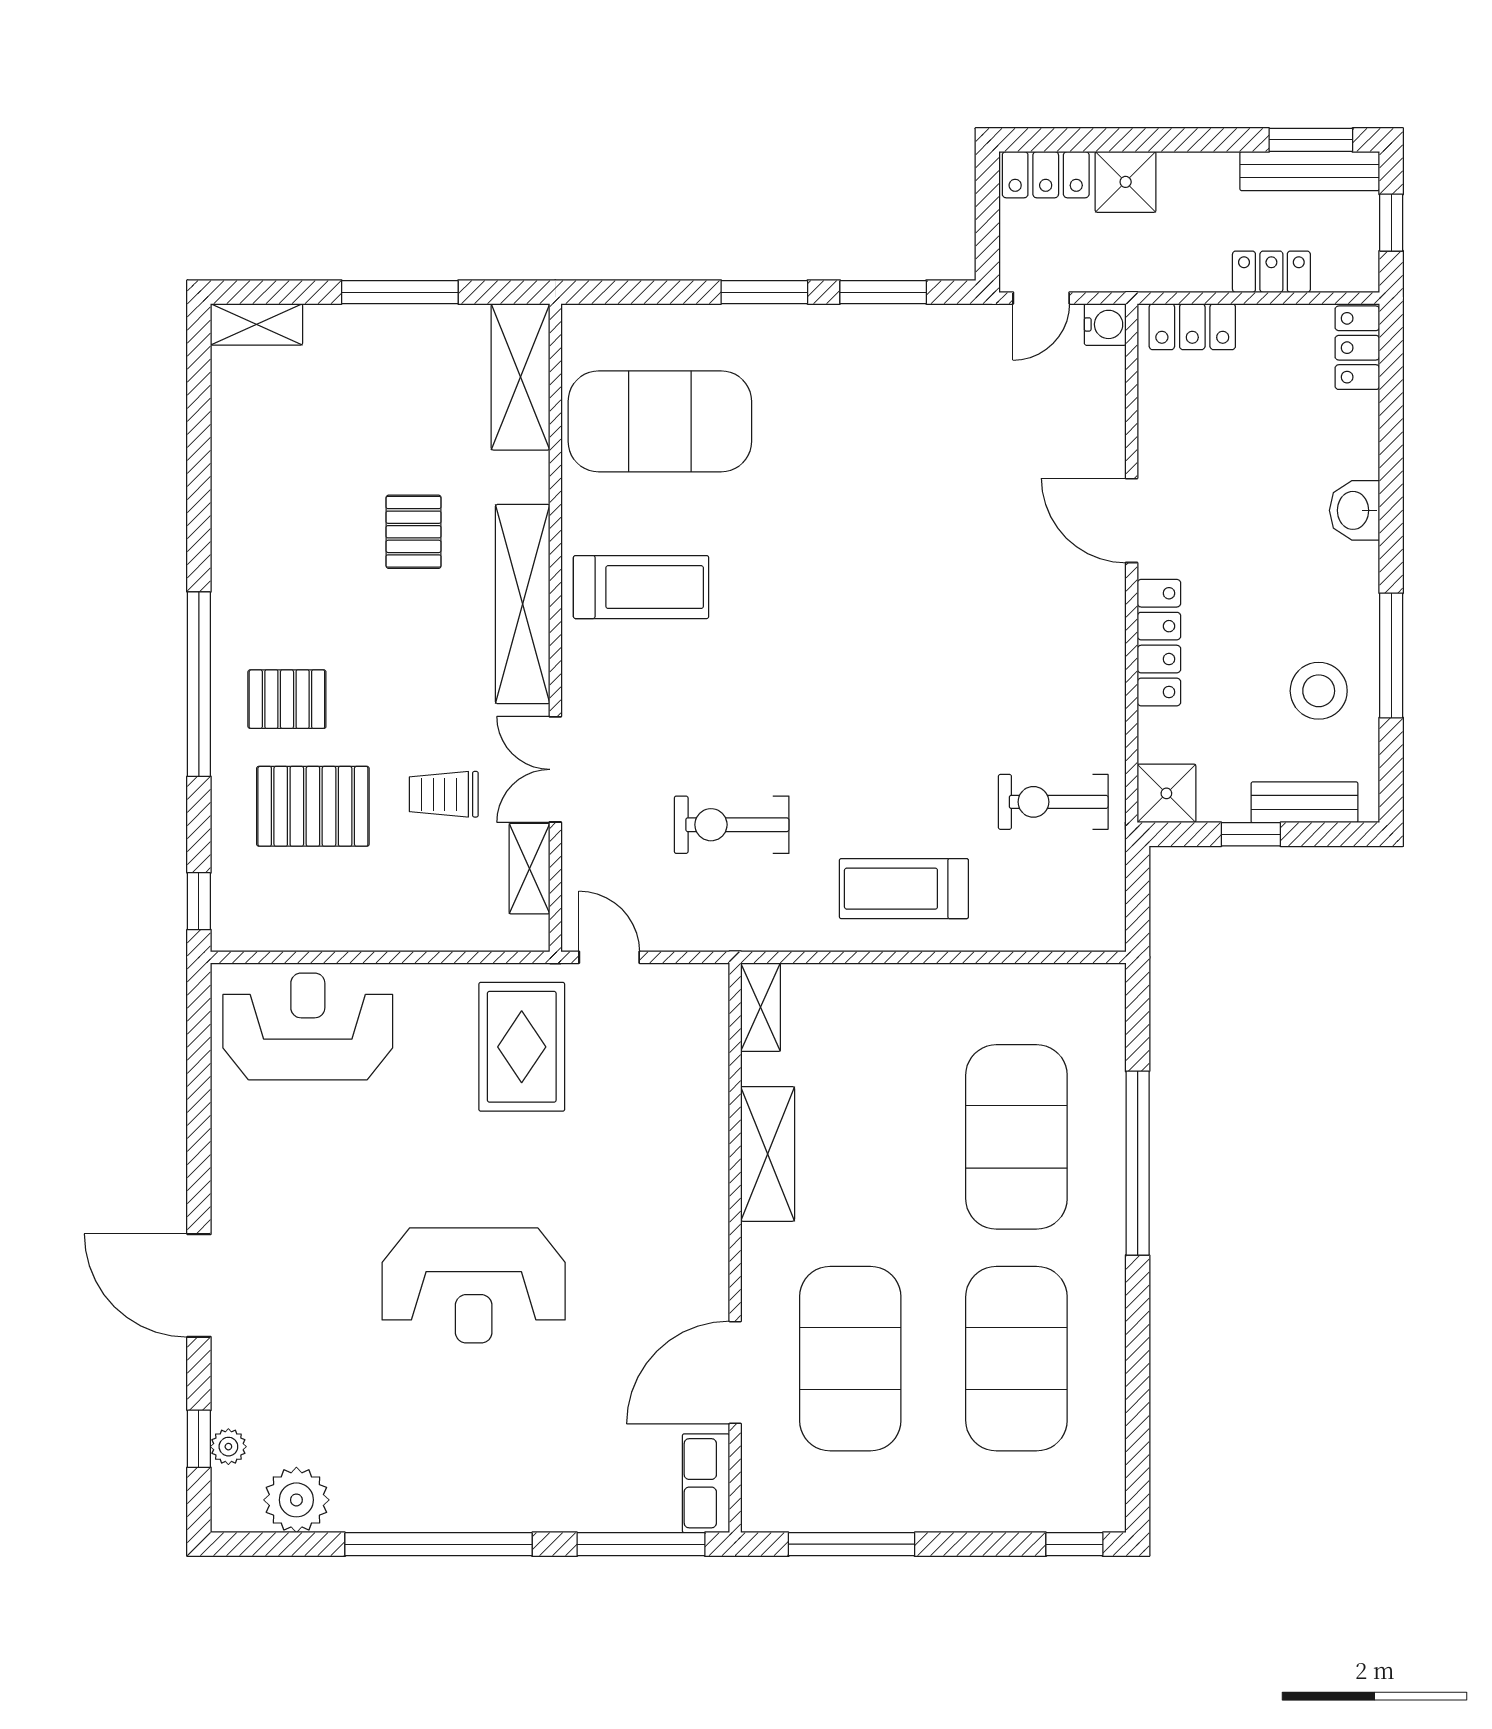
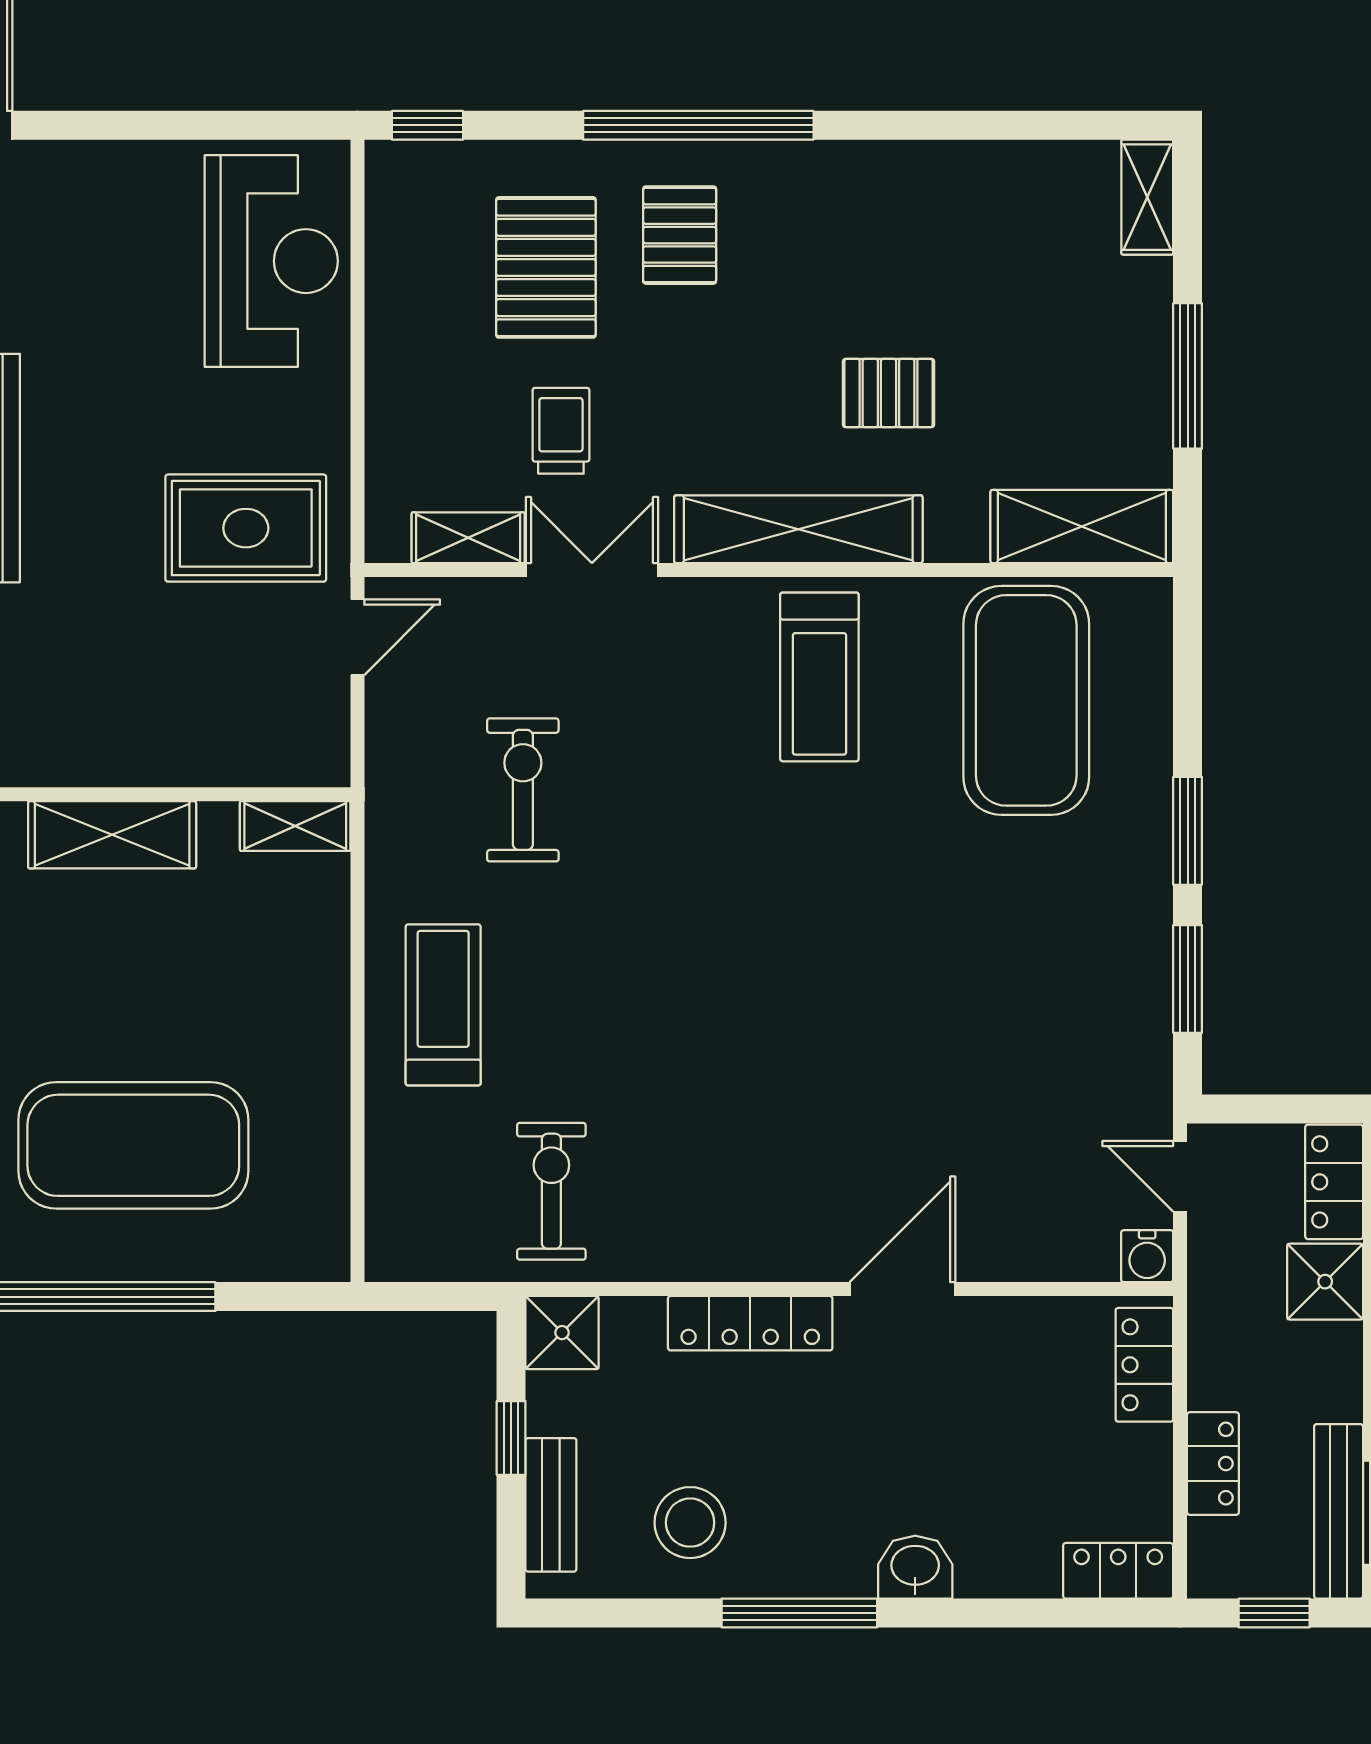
window: (1391, 655) -> (799, 1613), moved

